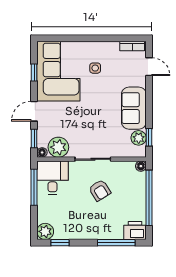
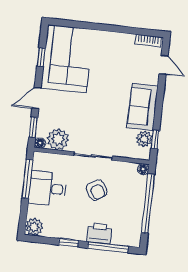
side table: (95, 68) -> (106, 60), removed
desk: (52, 178) -> (48, 188), moved, turned -90
printer: (135, 231) -> (99, 233), moved
window: (60, 243) -> (69, 243), moved

